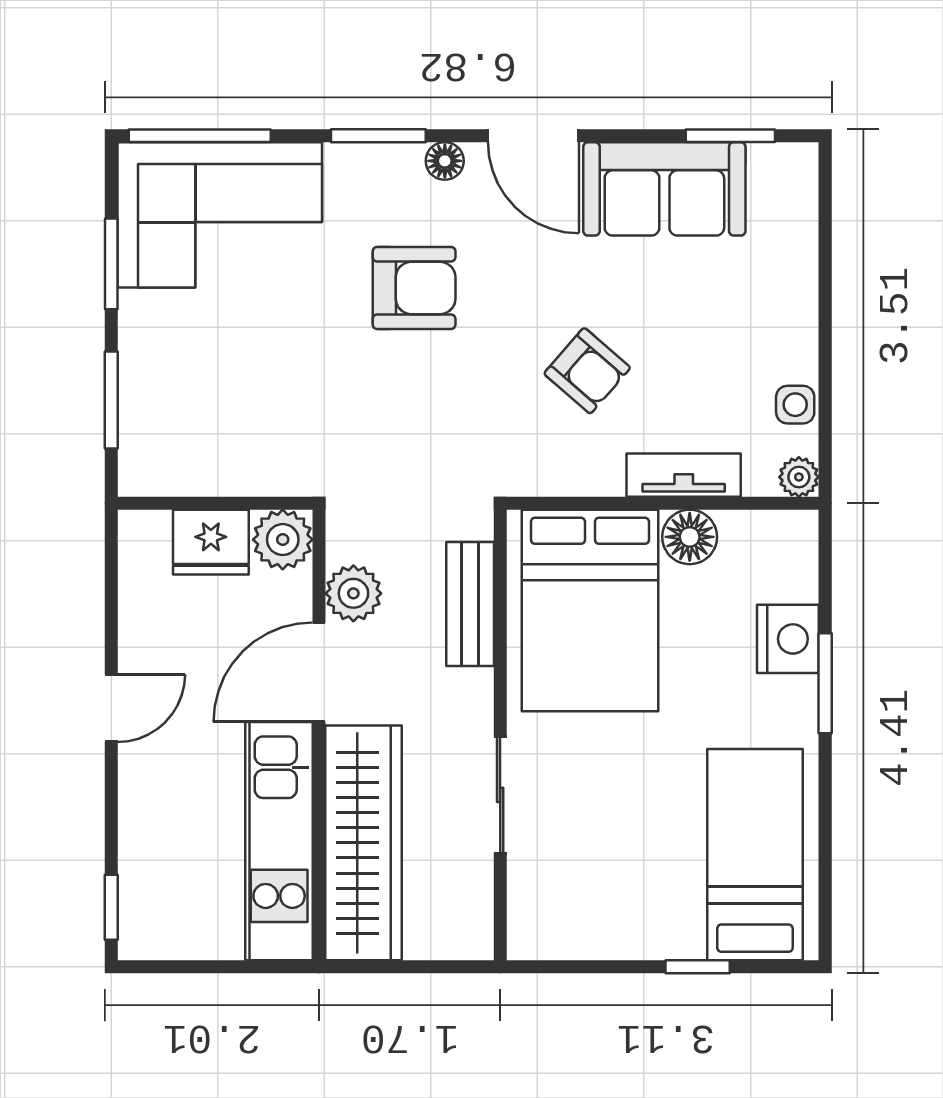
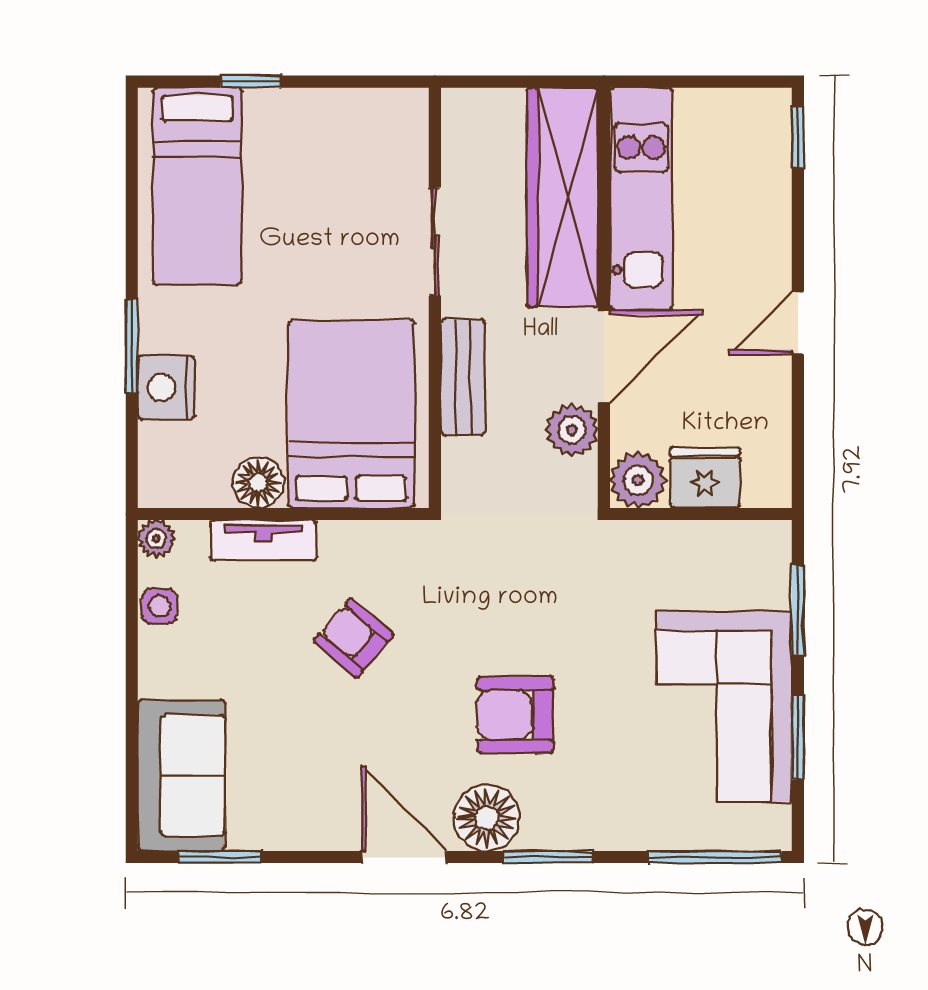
floor lamp: (445, 161) -> (487, 818), width x1.89, depth x1.89
sofa: (664, 189) -> (181, 775), moved, turned 90
corner sofa: (220, 215) -> (724, 706), moved, turned -90
bench: (470, 604) -> (463, 377), moved

